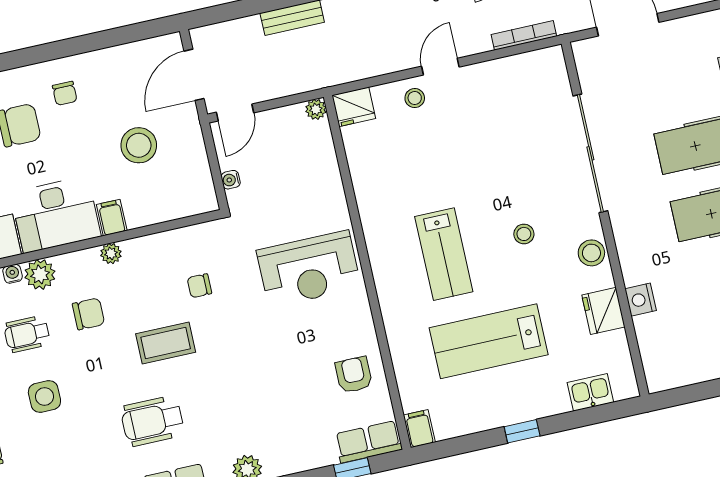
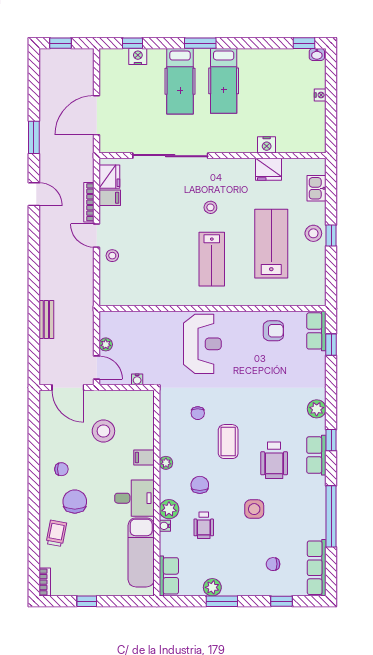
bookcase: (524, 35) -> (89, 202), moved
fridge: (354, 107) -> (109, 177), moved
plant: (316, 109) -> (106, 344), moved
desk: (56, 215) -> (134, 498), width x0.73
stool: (591, 253) -> (313, 233), moved
lab bench: (444, 254) -> (212, 259), turned 90
lab bench: (489, 341) -> (271, 244), turned 180
armchair: (354, 375) -> (273, 331), turned 180
side table: (44, 397) -> (254, 509), moved
filing cabinet: (419, 429) -> (110, 198), moved, turned 180

